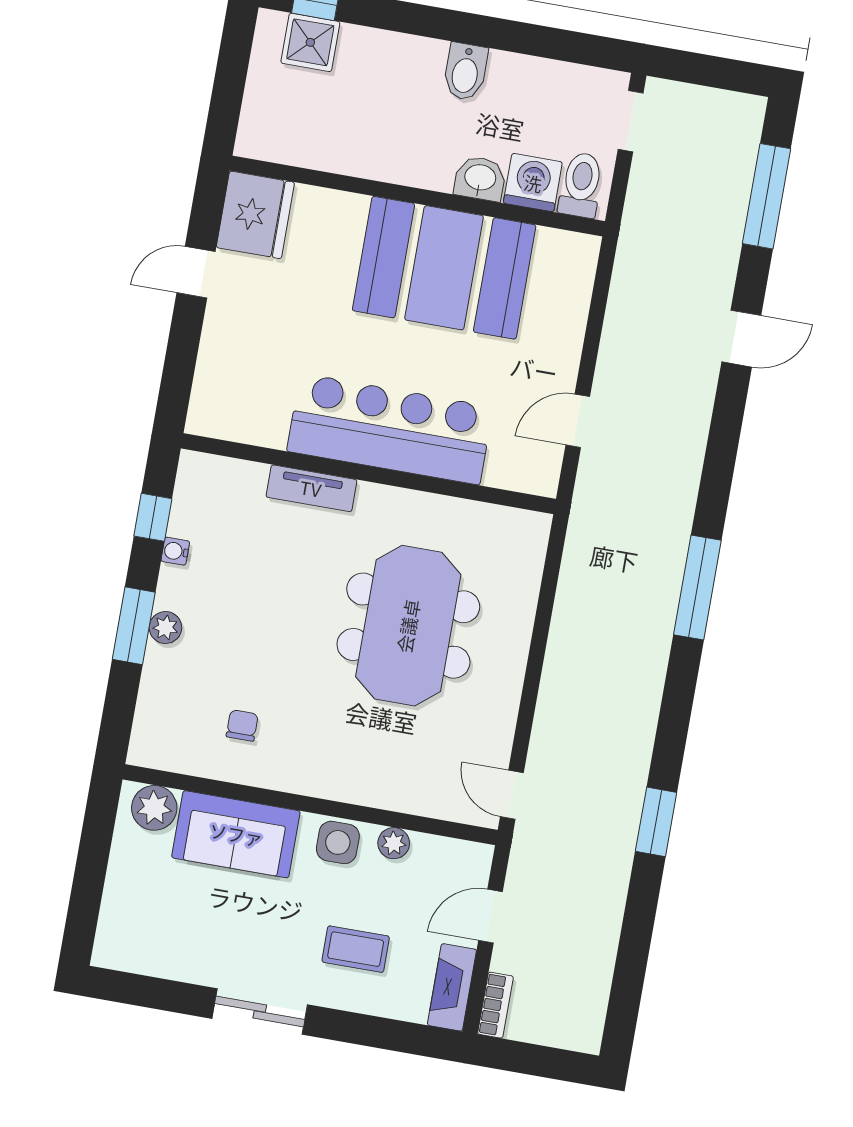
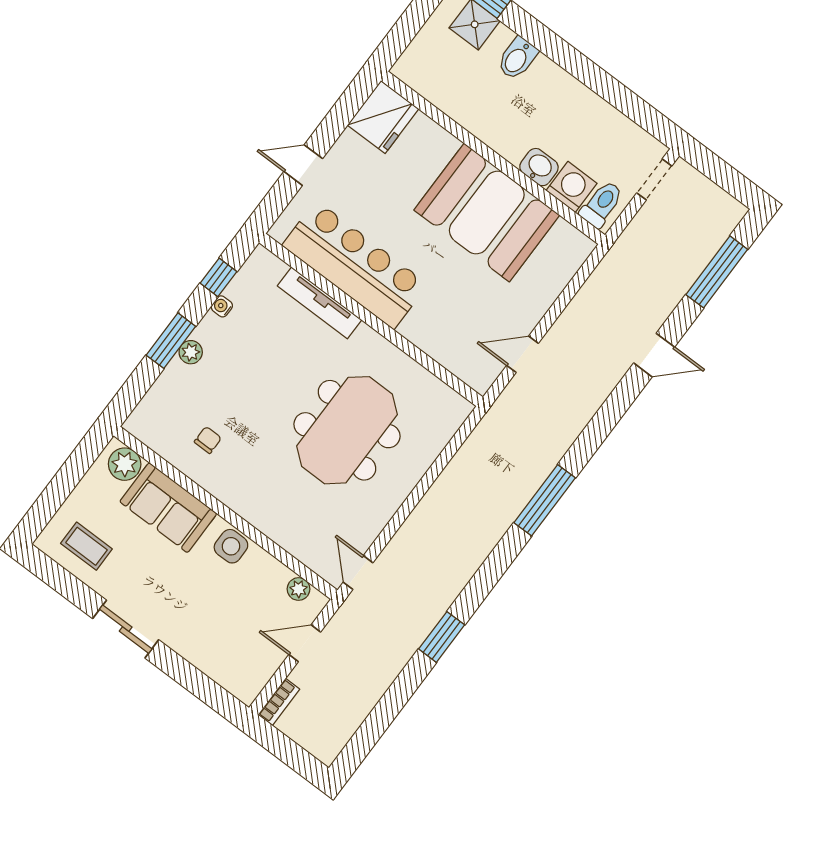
bidet: (465, 72) -> (517, 58), moved
door: (196, 272) -> (303, 165), moved
bar counter: (390, 429) -> (355, 265), moved
tv unit: (311, 488) -> (320, 303), width x1.41
plant: (394, 843) -> (299, 589), moved
coffee table: (356, 949) -> (86, 546), moved
fireplace: (452, 987) -> (257, 676), removed

